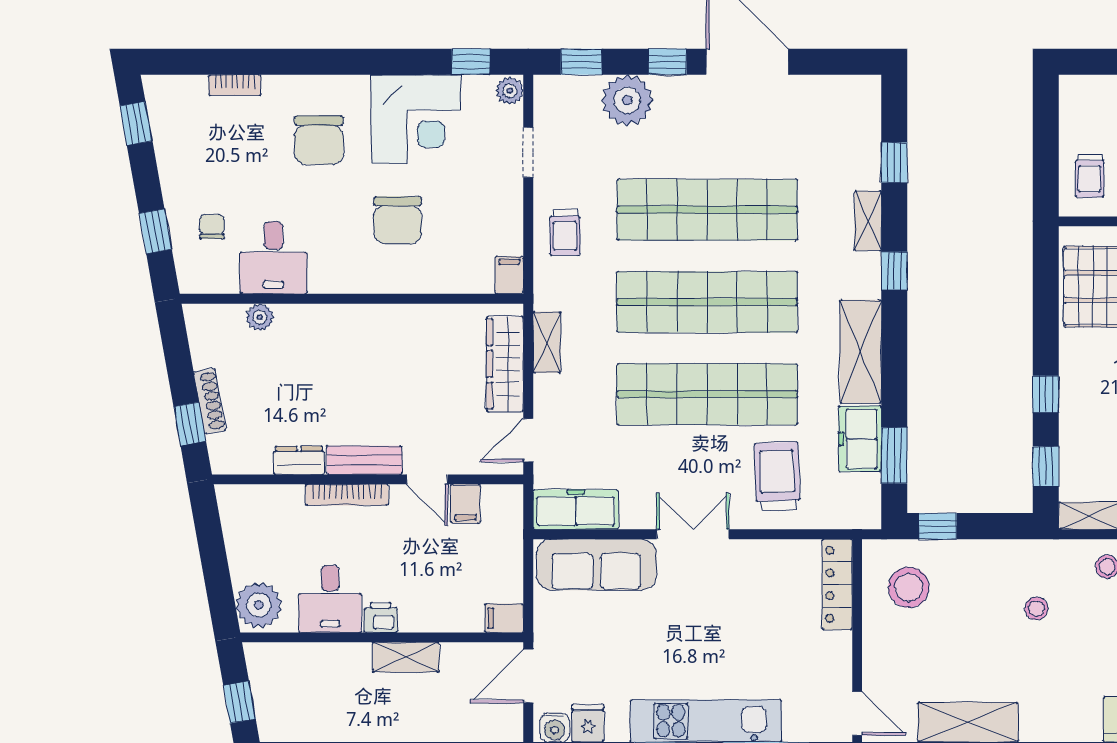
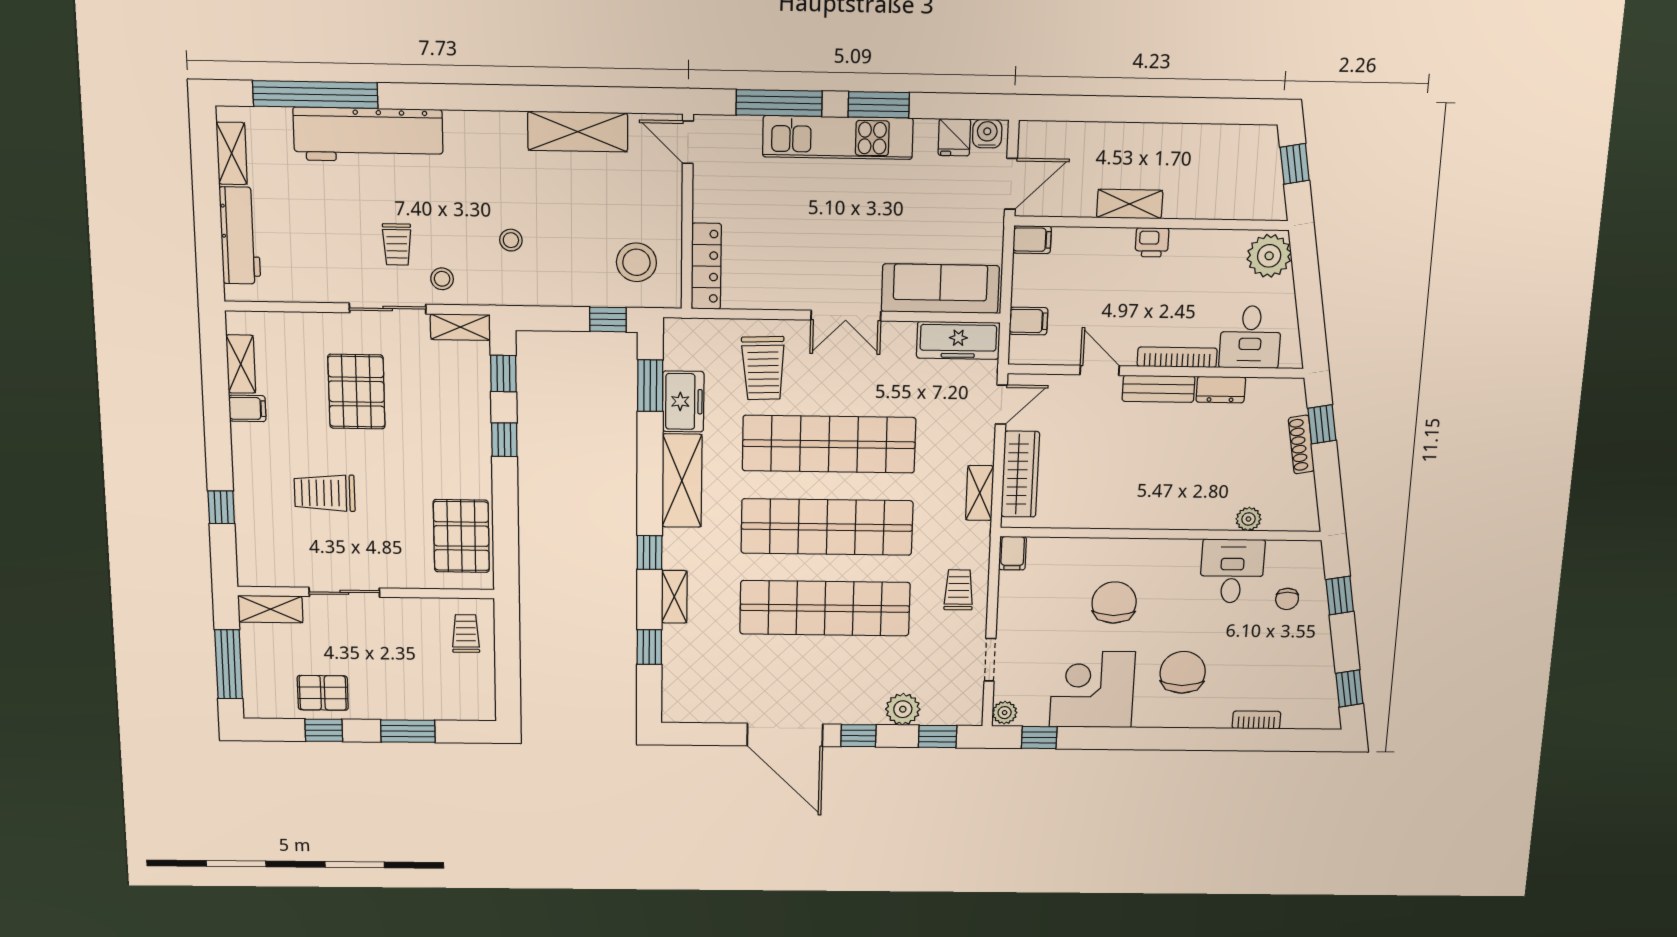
plant: (627, 100) -> (903, 709), width x0.73, depth x0.73
filing cabinet: (465, 504) -> (1028, 321), moved, turned 90
desk: (330, 599) -> (1250, 337), moved, turned 180

